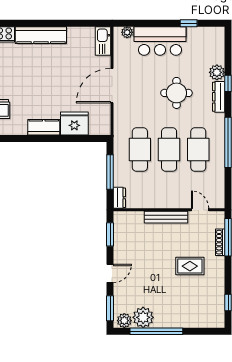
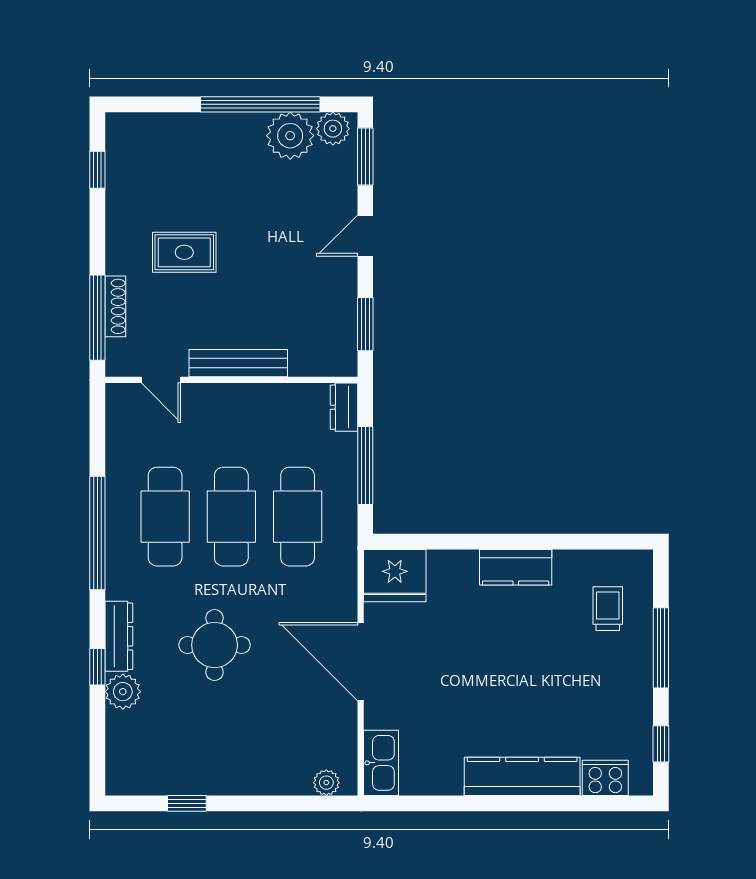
bar counter: (160, 41) -> (252, 763), removed
door: (112, 86) -> (361, 662), swing flipped
fridge: (74, 124) -> (395, 576), moved

